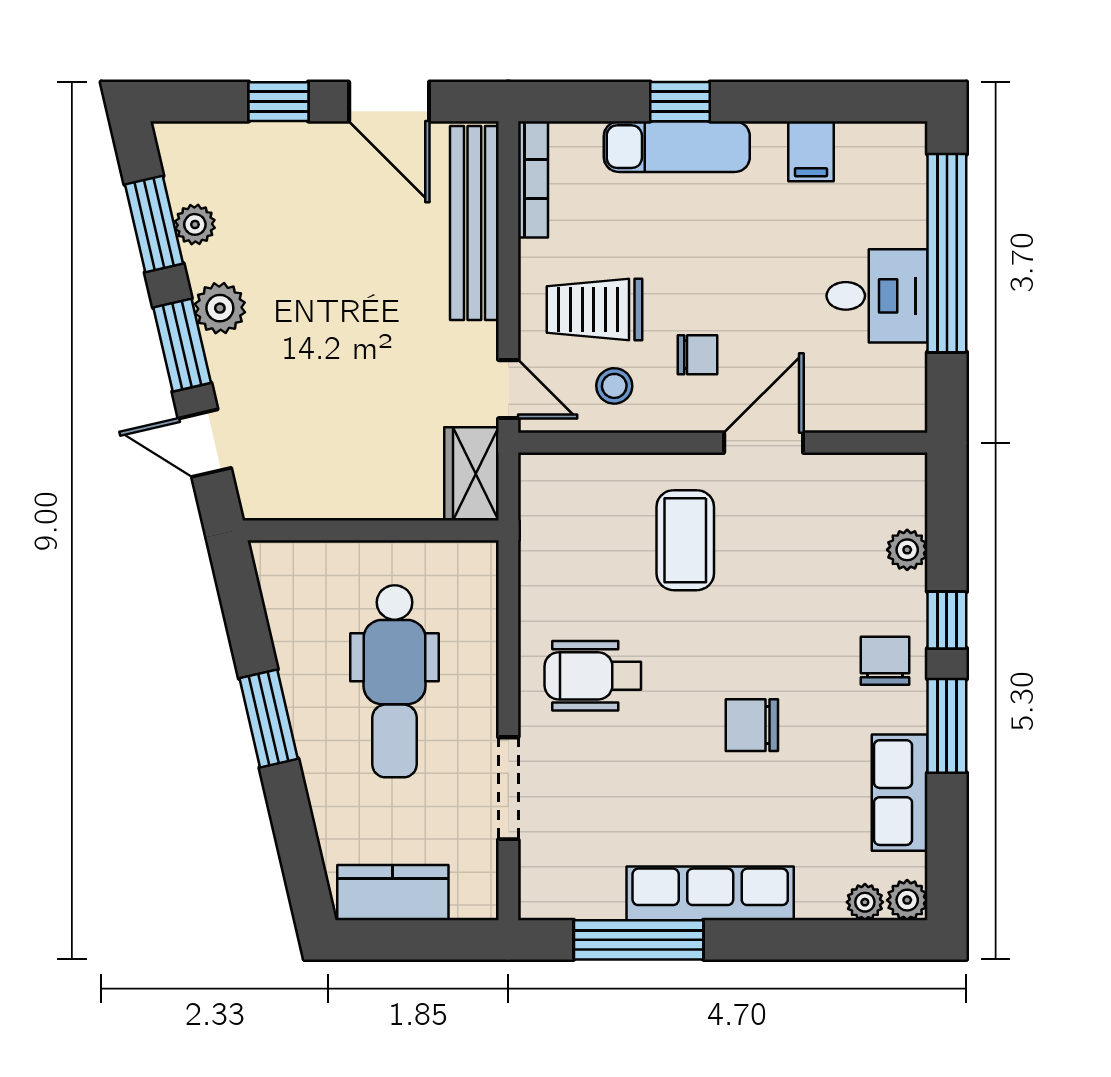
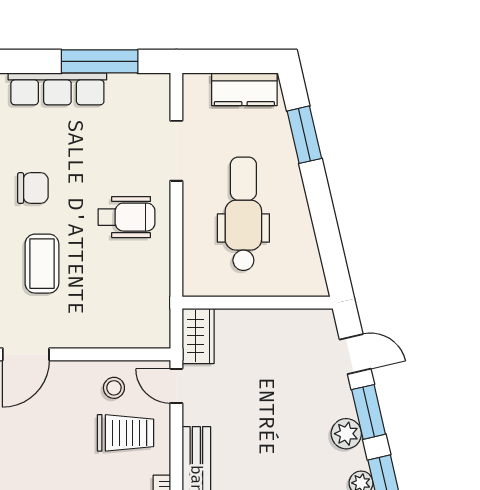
chair: (697, 355) -> (65, 406), removed
coffee table: (685, 540) -> (42, 264), moved
window: (269, 718) -> (304, 135), moved

